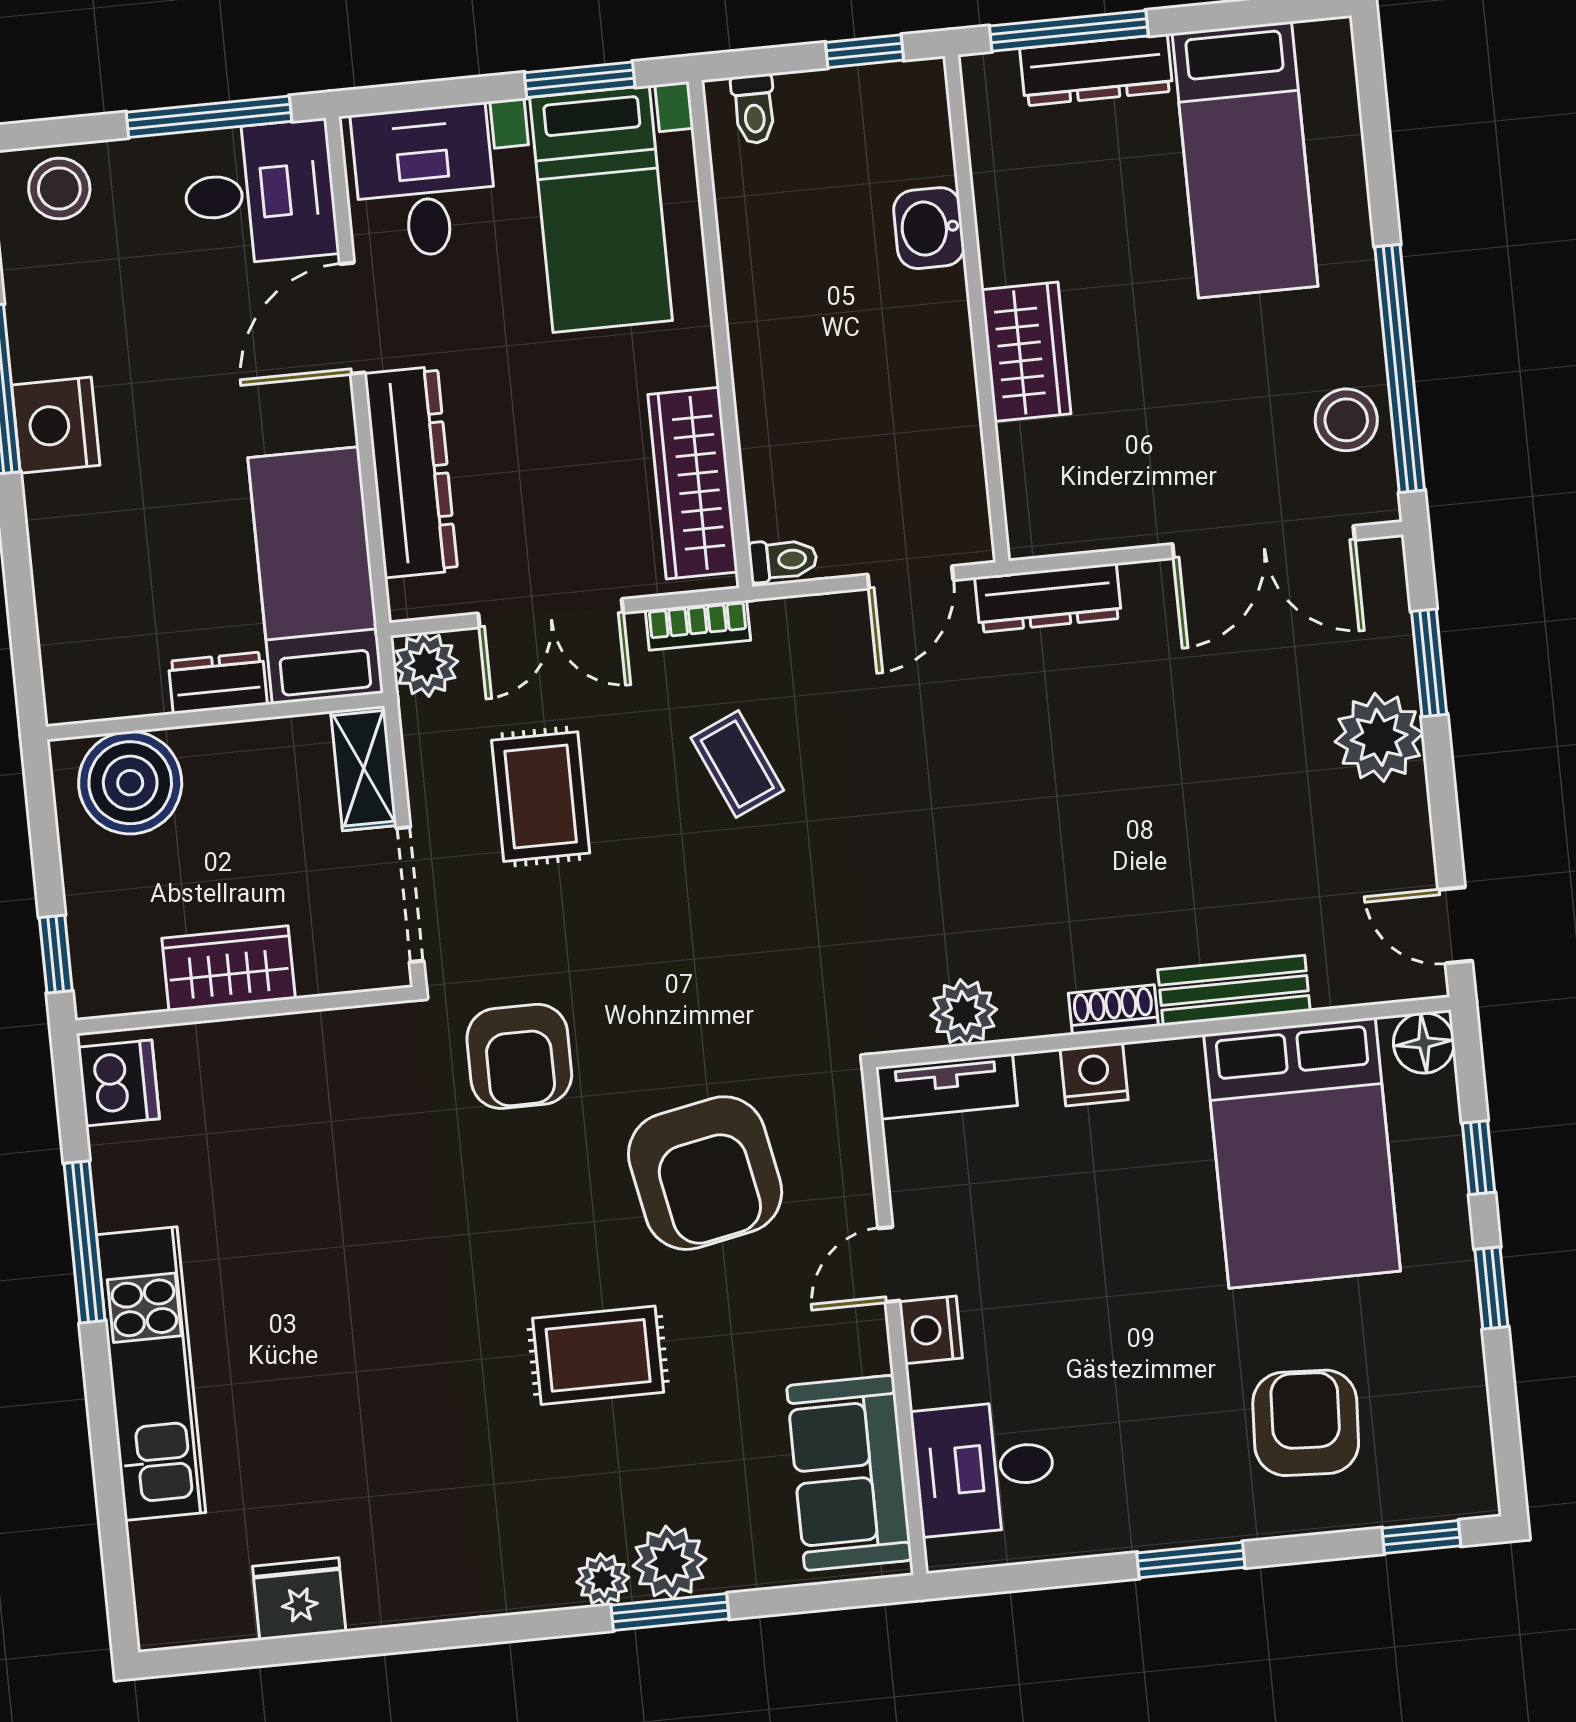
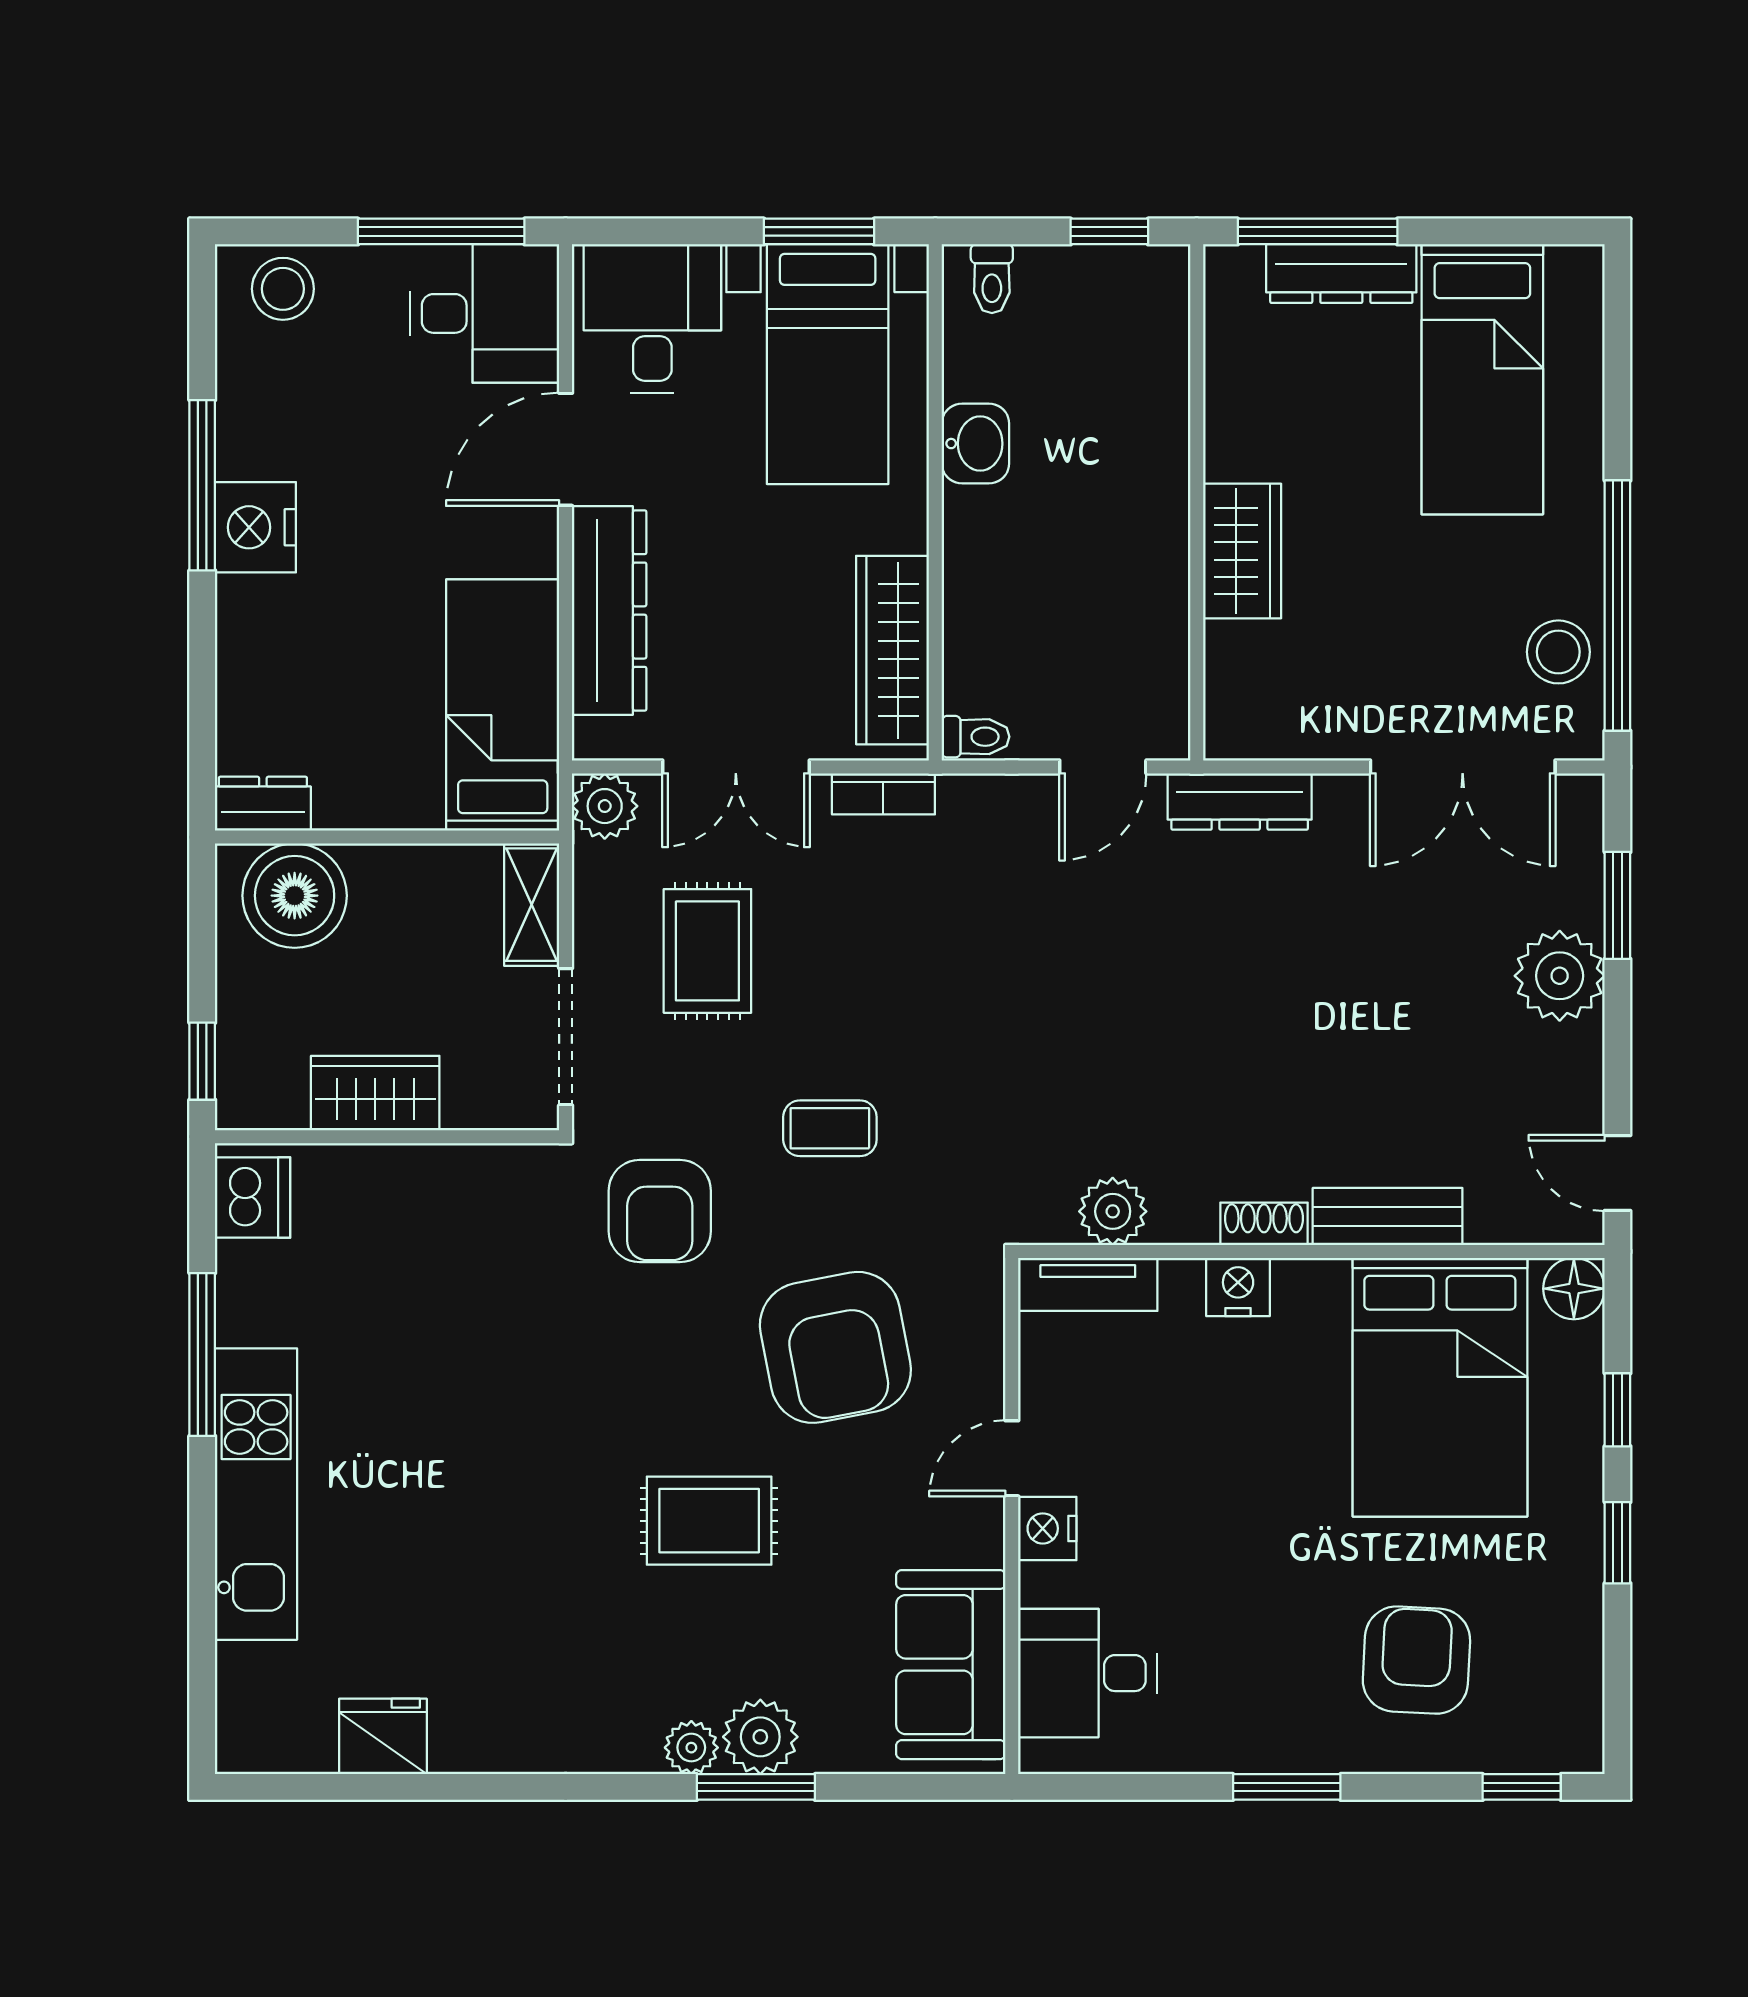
washbasin: (929, 228) -> (975, 444), moved, turned 180
dresser: (218, 683) -> (263, 804), moved
coffee table: (737, 764) -> (830, 1128), moved, turned -66

